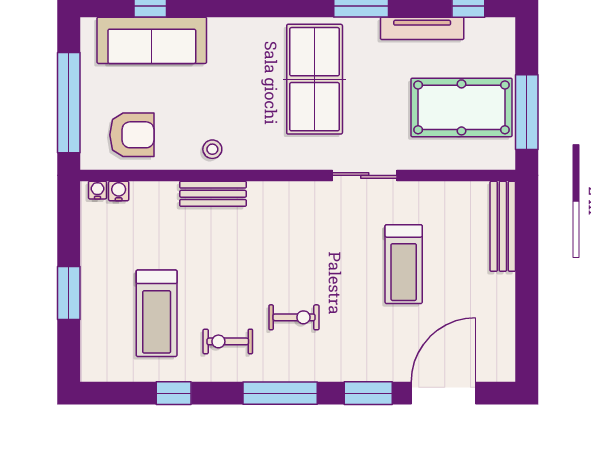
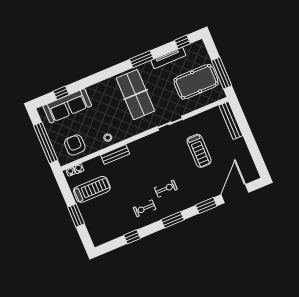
armchair: (132, 135) -> (75, 145), turned -90
treadmill: (157, 313) -> (92, 189), moved, turned -90
window: (280, 393) -> (173, 220), width x0.69

